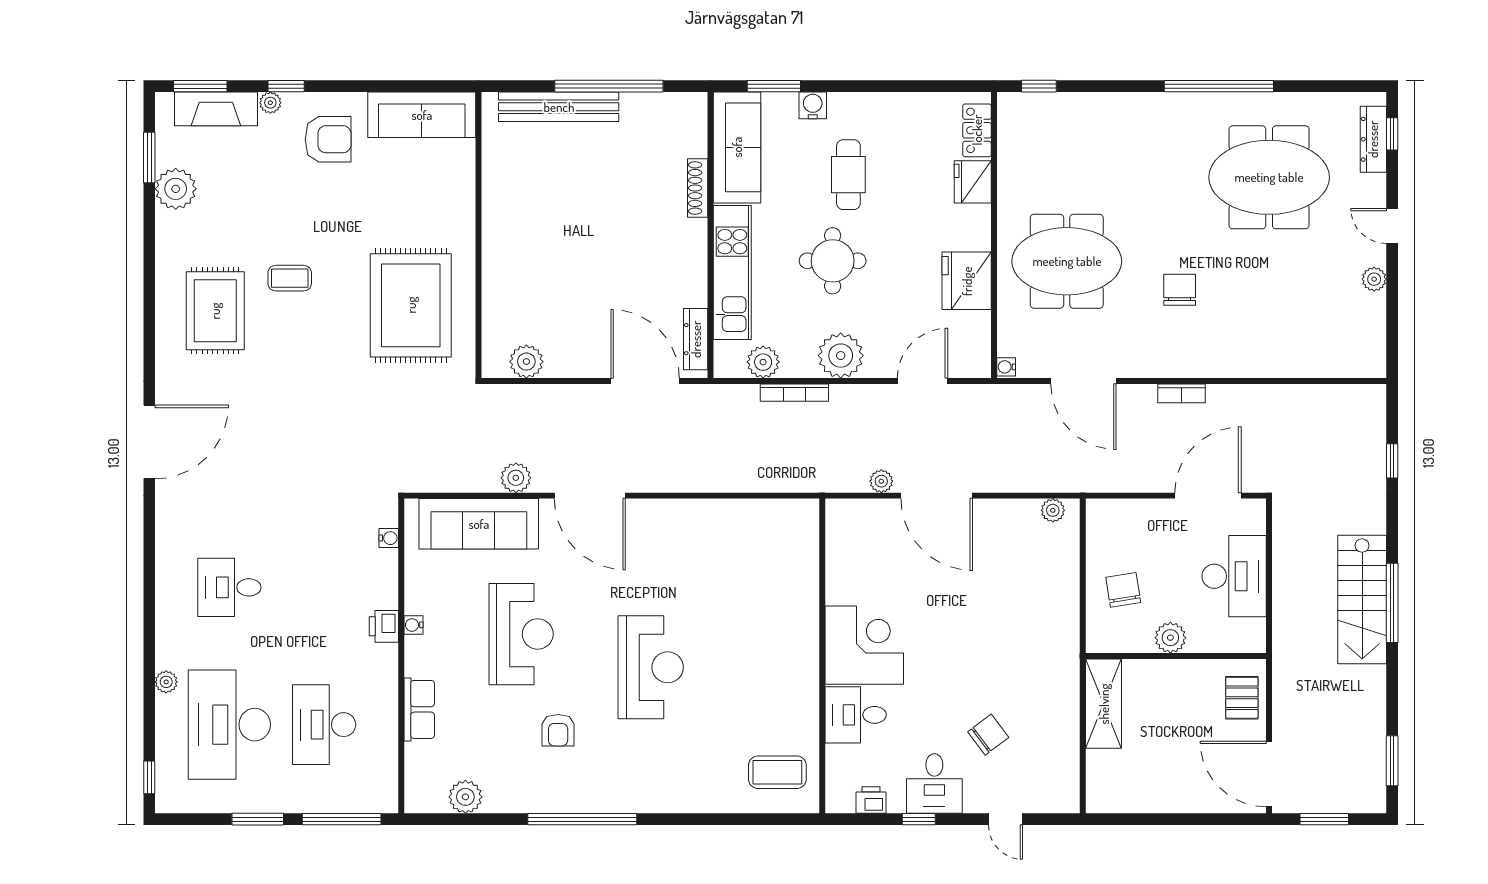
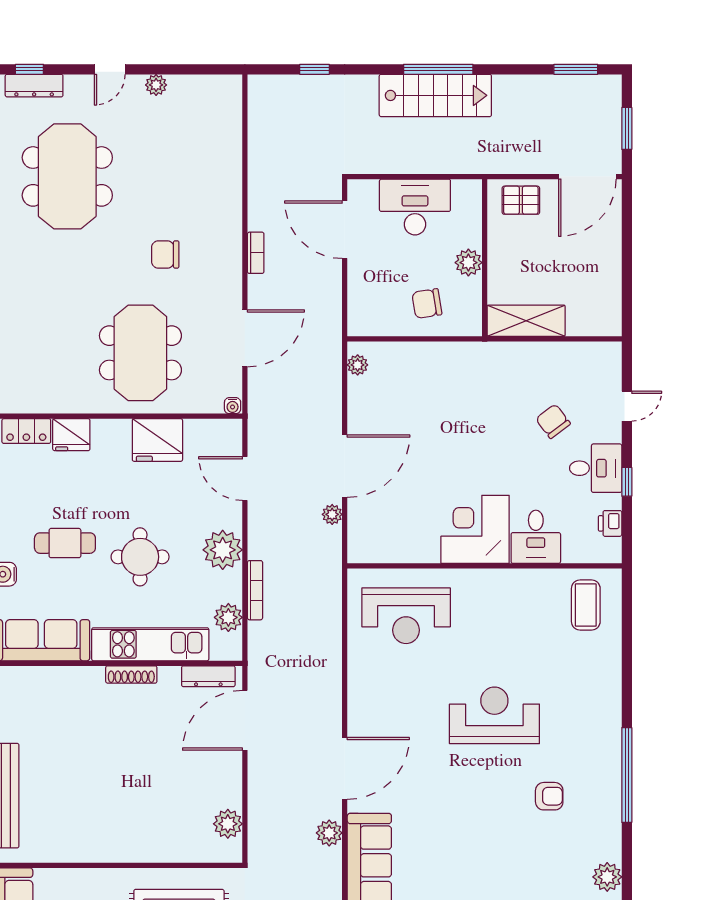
shoe rack: (698, 188) -> (131, 674), moved
reception desk: (521, 634) -> (406, 616), moved, turned 180

